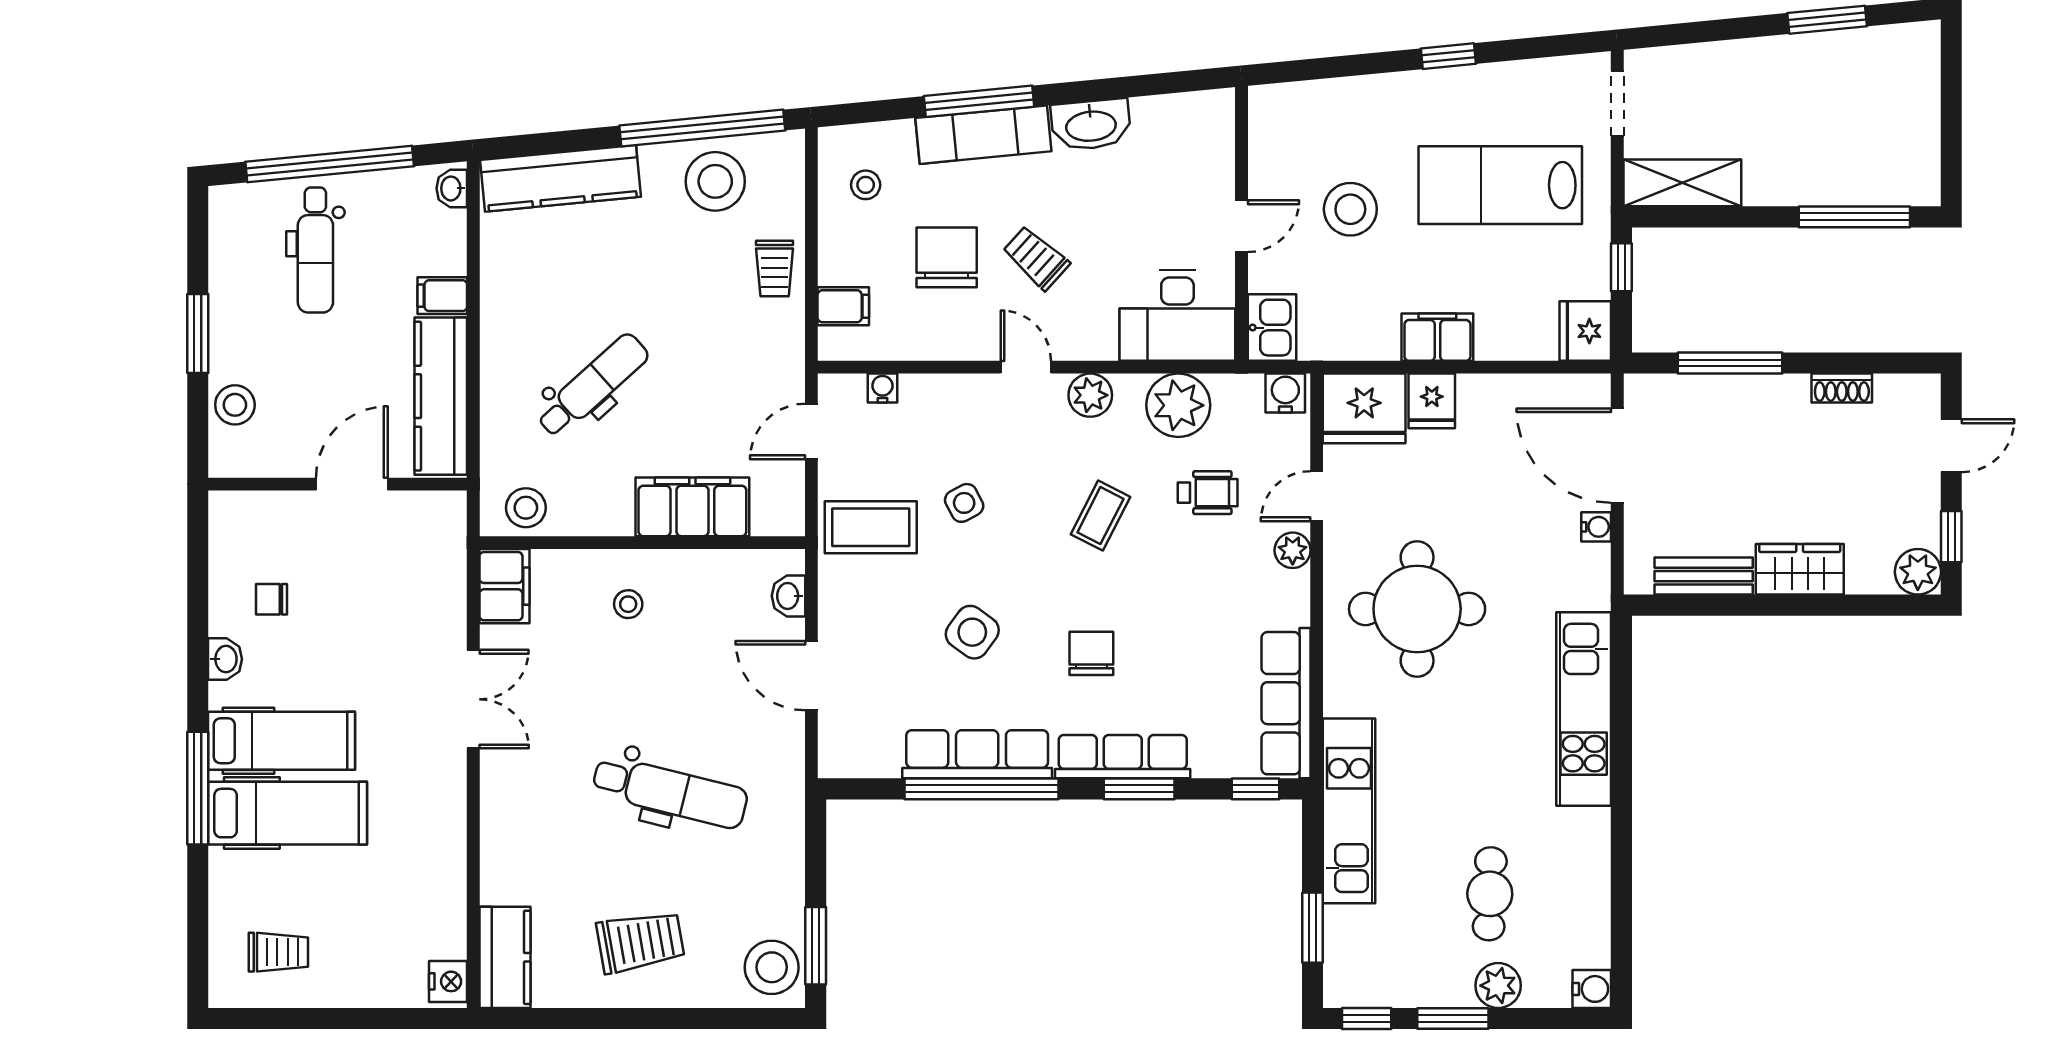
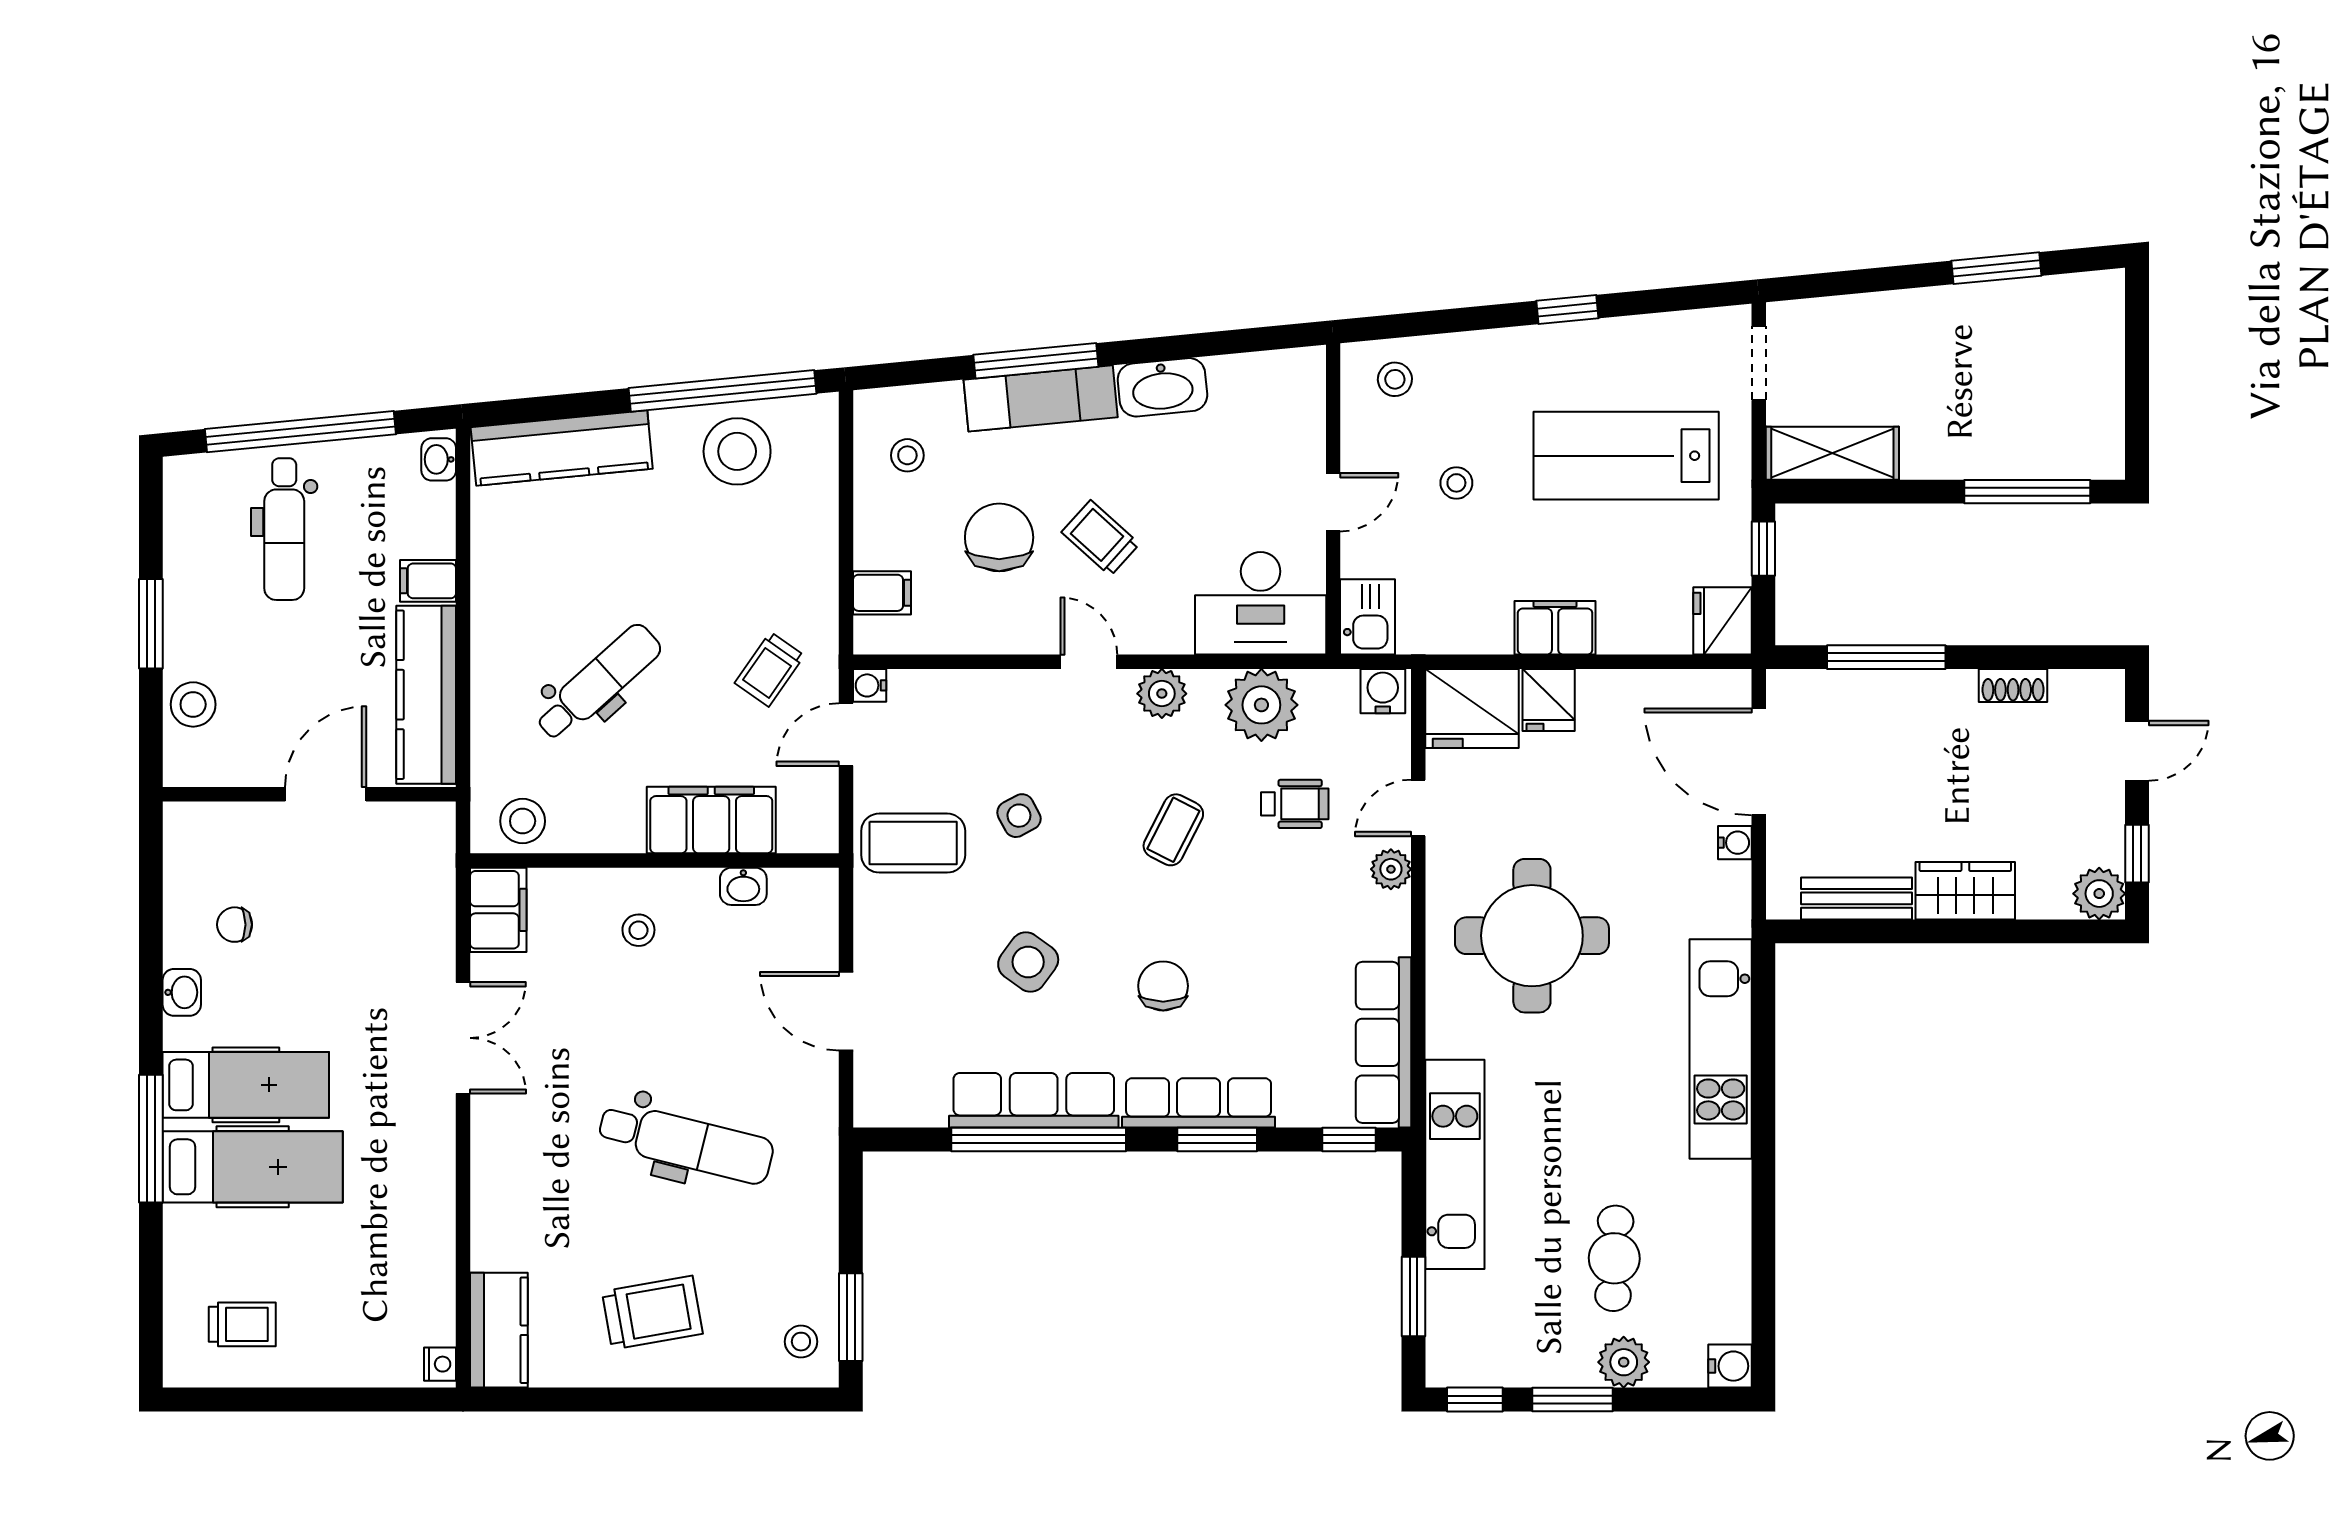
stool: (1296, 118) -> (1395, 379), added
stool: (1350, 209) -> (1456, 483), width x0.53, depth x0.53
trolley: (775, 269) -> (770, 669), moved, turned 35
water cooler: (882, 388) -> (870, 685), moved, turned -90
washbasin: (789, 596) -> (743, 886), moved, turned -90
stool: (772, 967) -> (801, 1342), width x0.53, depth x0.53
nightstand: (448, 981) -> (440, 1364), width x0.72, depth x0.74

